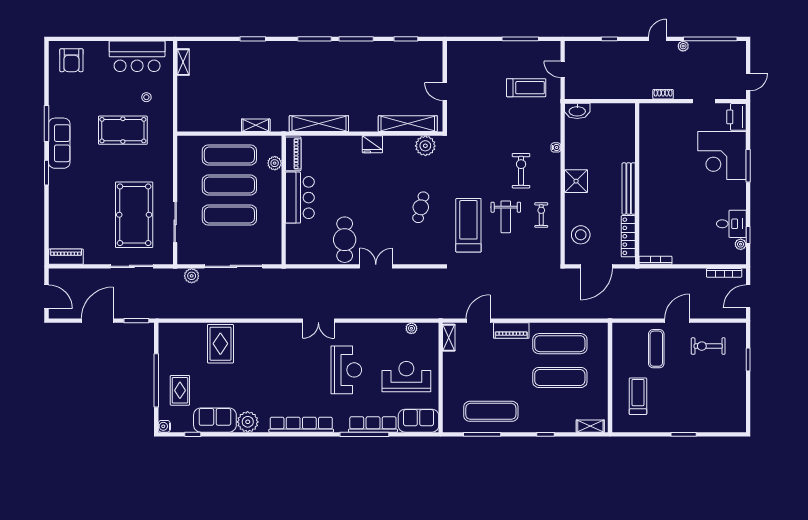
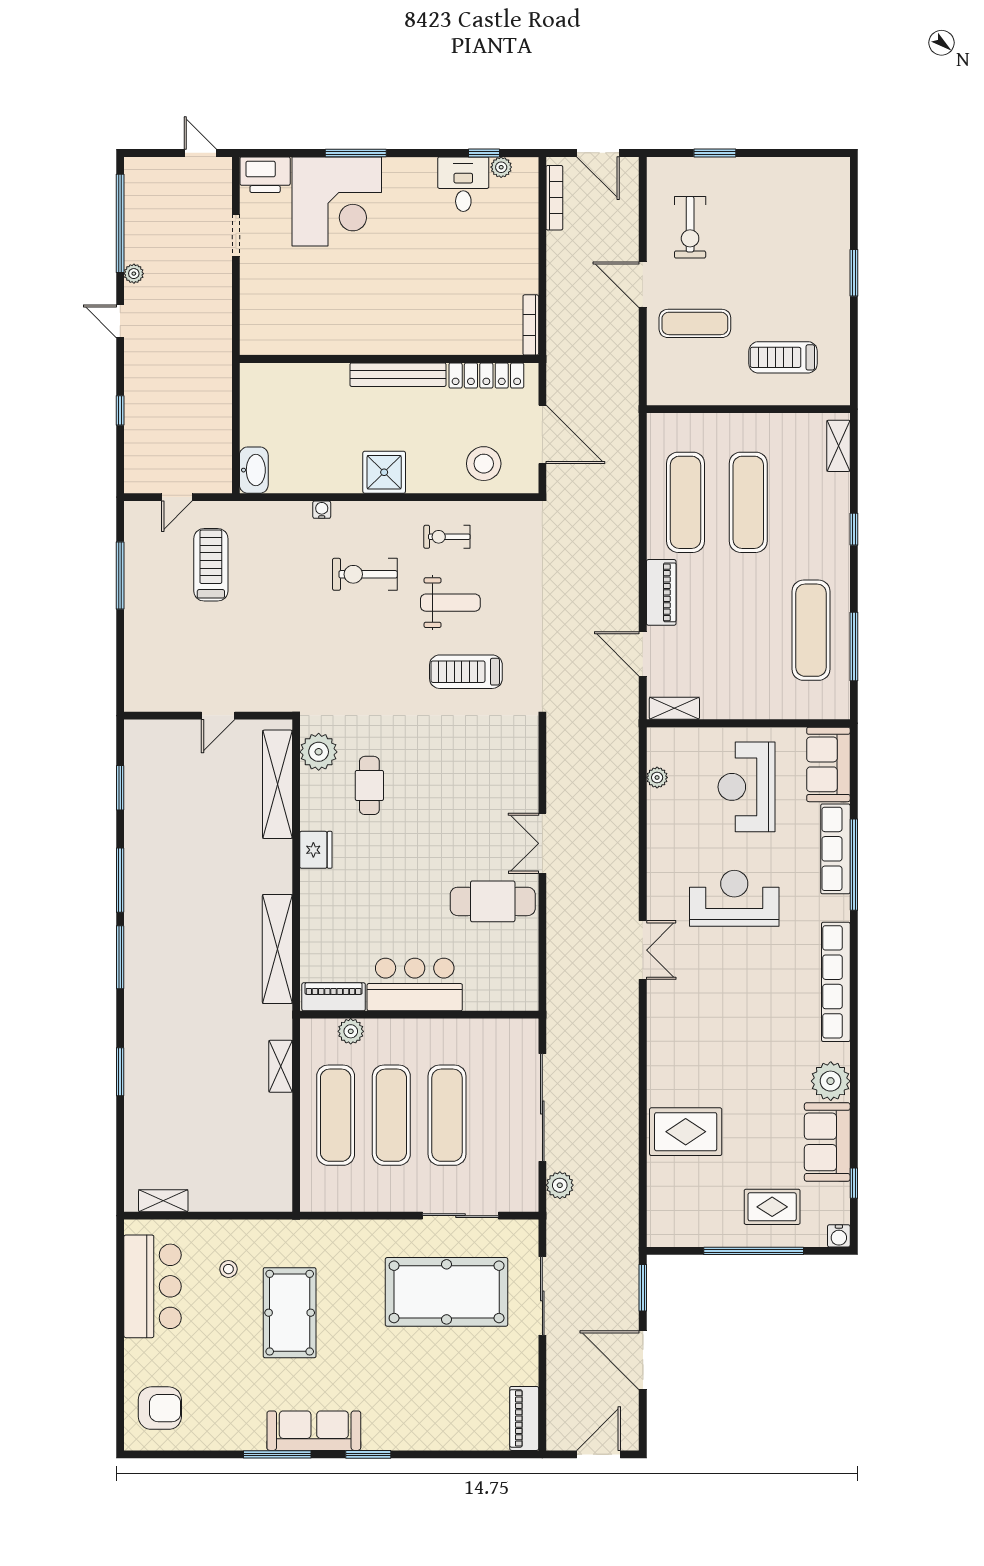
shoe rack: (663, 94) -> (223, 311), removed
cafe table: (421, 207) -> (369, 785), moved, turned 76
treadmill: (468, 225) -> (466, 672), width x0.73, depth x0.73

